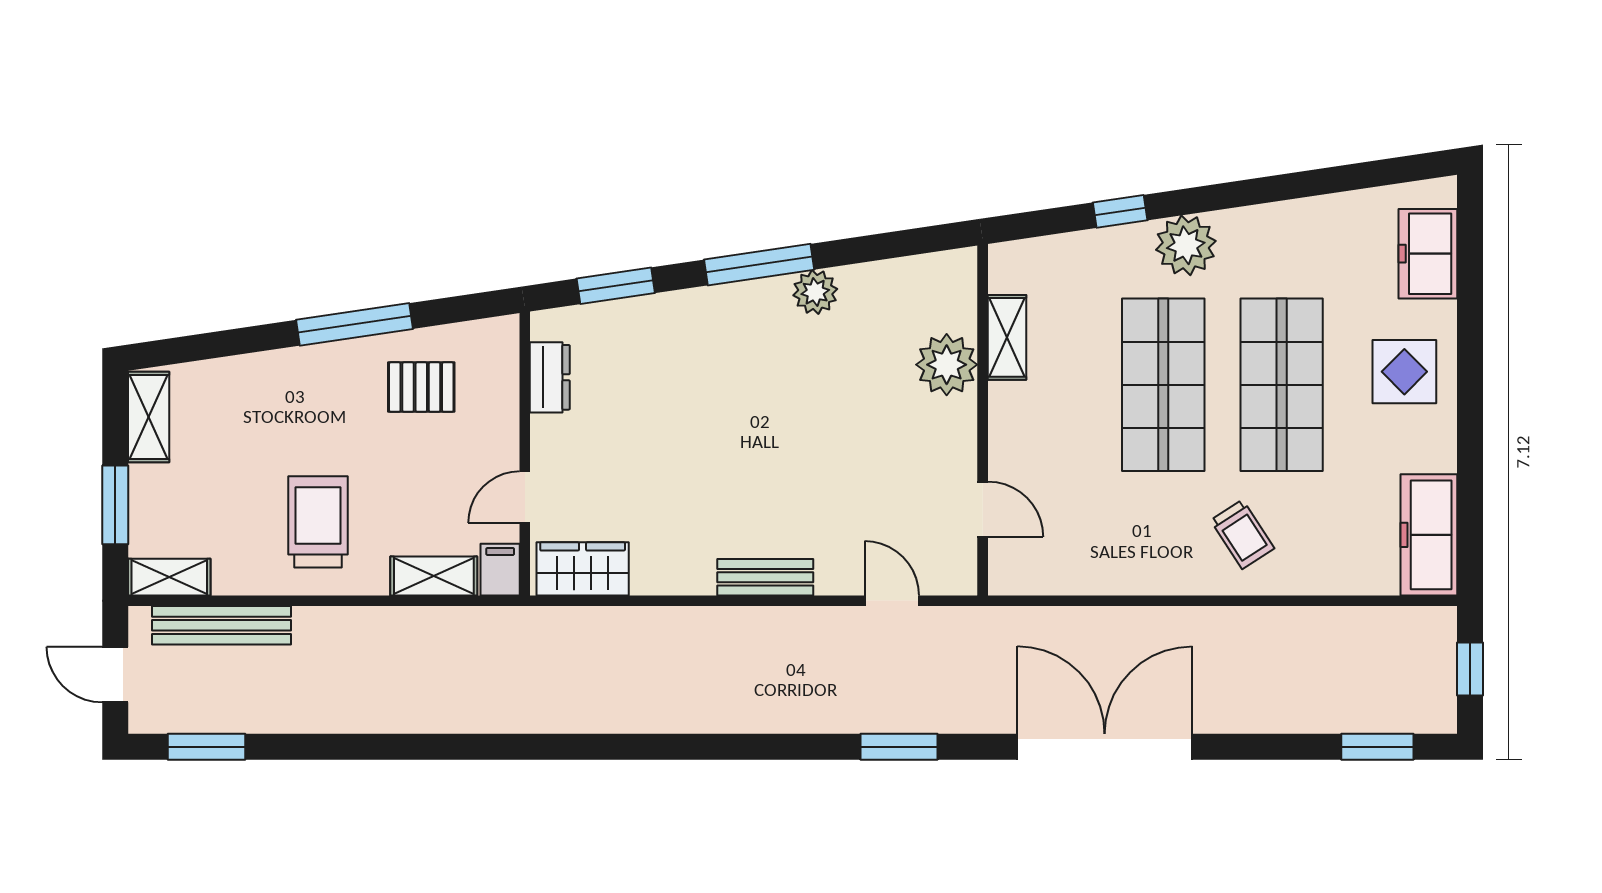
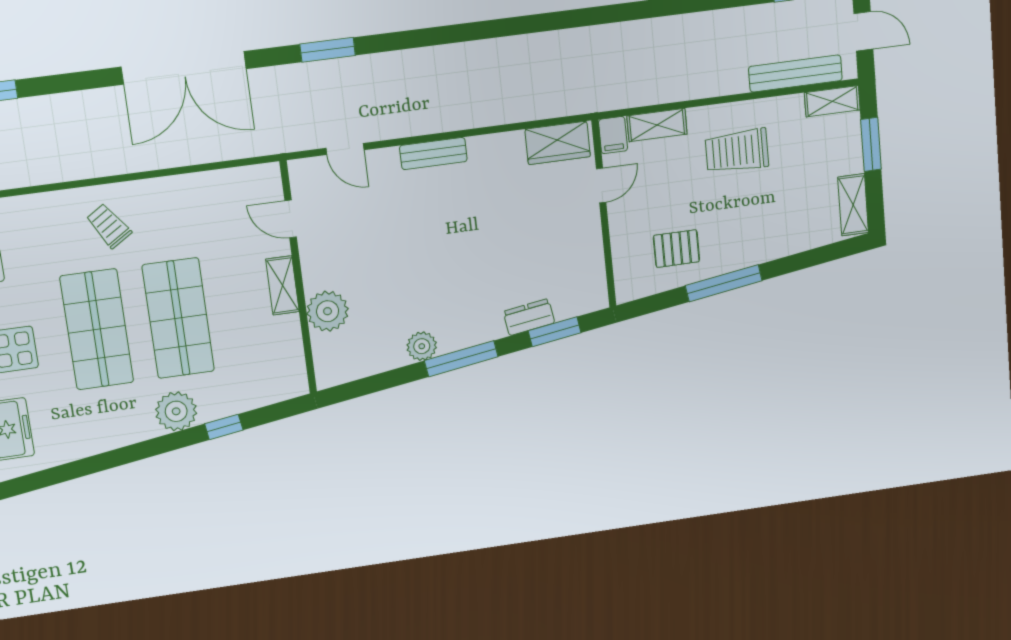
shelving: (1007, 337) -> (282, 285), moved
dresser: (550, 377) -> (529, 317), moved, turned 82
trolley: (318, 522) -> (737, 151), turned 90

